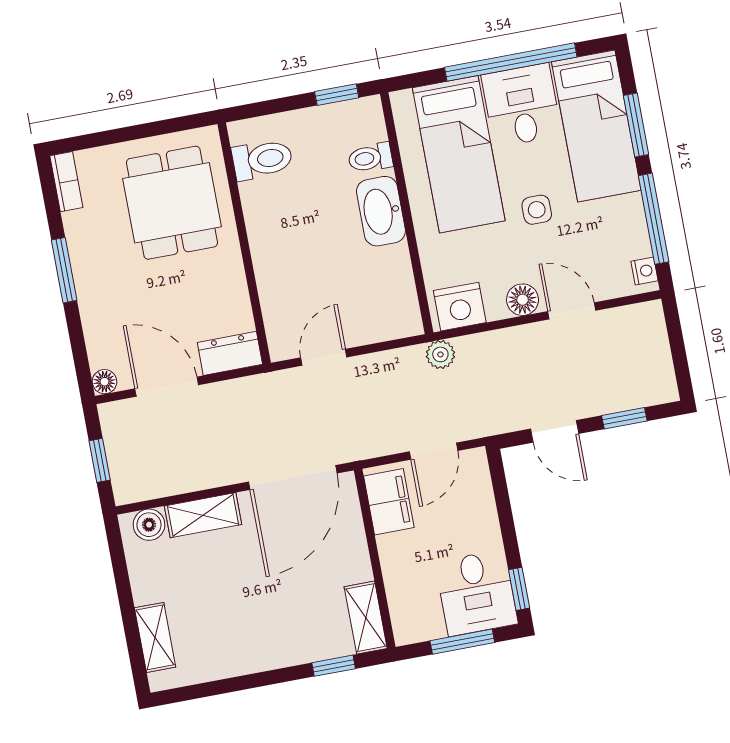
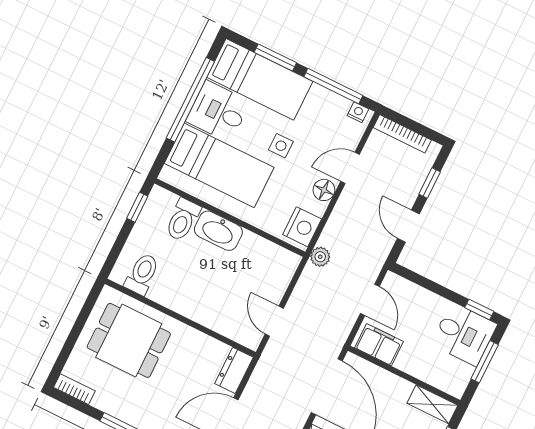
toilet: (370, 158) -> (183, 220), width x1.37, depth x1.39
bookcase: (658, 342) -> (402, 134), added
door: (555, 431) -> (408, 226), swing flipped

